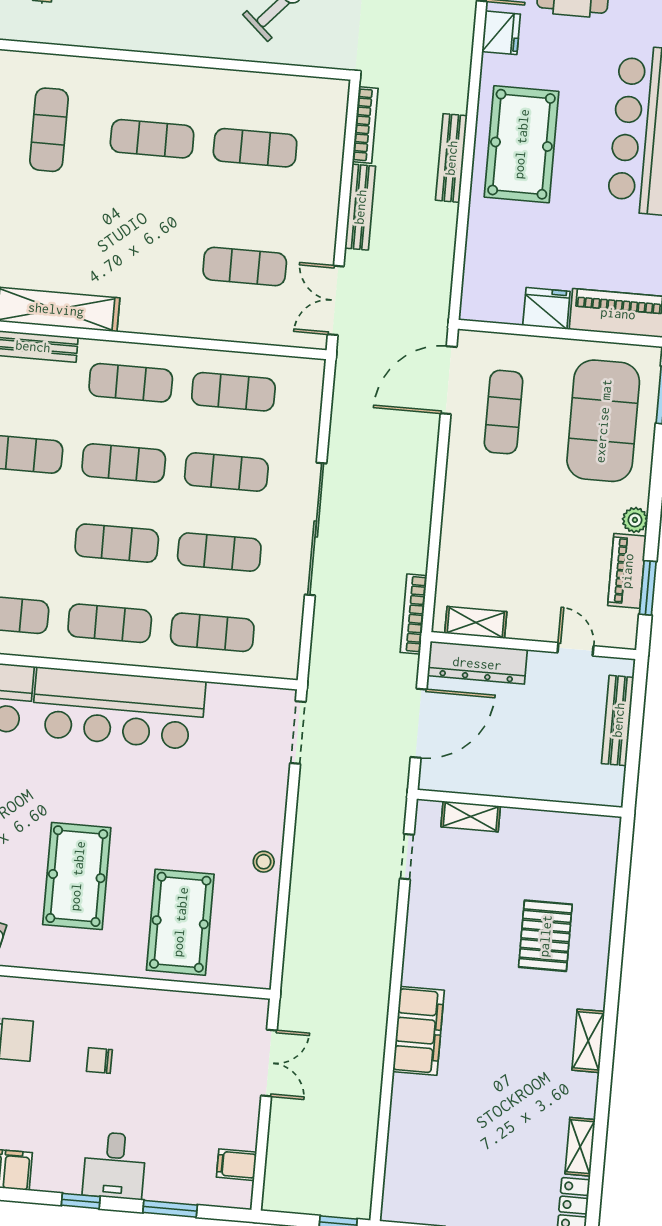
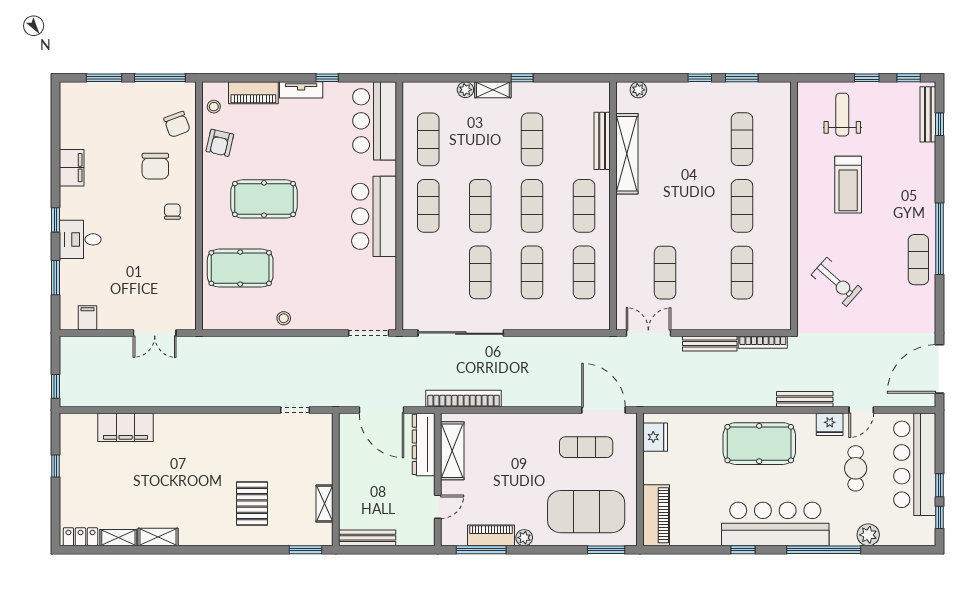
exercise mat: (49, 130) -> (742, 139), turned 90
bench: (451, 158) -> (805, 399), moved
fridge: (546, 308) -> (655, 437), moved
sliding door: (316, 529) -> (461, 333), moved
window: (648, 588) -> (481, 550), width x1.44
bookcase: (414, 614) -> (464, 399), width x1.48, depth x1.31
shelving: (476, 622) -> (452, 451), width x1.50, depth x1.33
exercise mat: (212, 632) -> (428, 272), removed
bar counter: (118, 708) -> (374, 216), width x0.73
bench: (618, 720) -> (367, 538), moved
shelving: (471, 816) -> (324, 504), moved
window: (624, 859) -> (305, 550), added
pallet: (545, 936) -> (252, 503), turned 90
filing cabinet: (418, 1031) -> (126, 427), moved
shelving: (588, 1041) -> (158, 537), moved
chair: (99, 1061) -> (172, 212), moved

